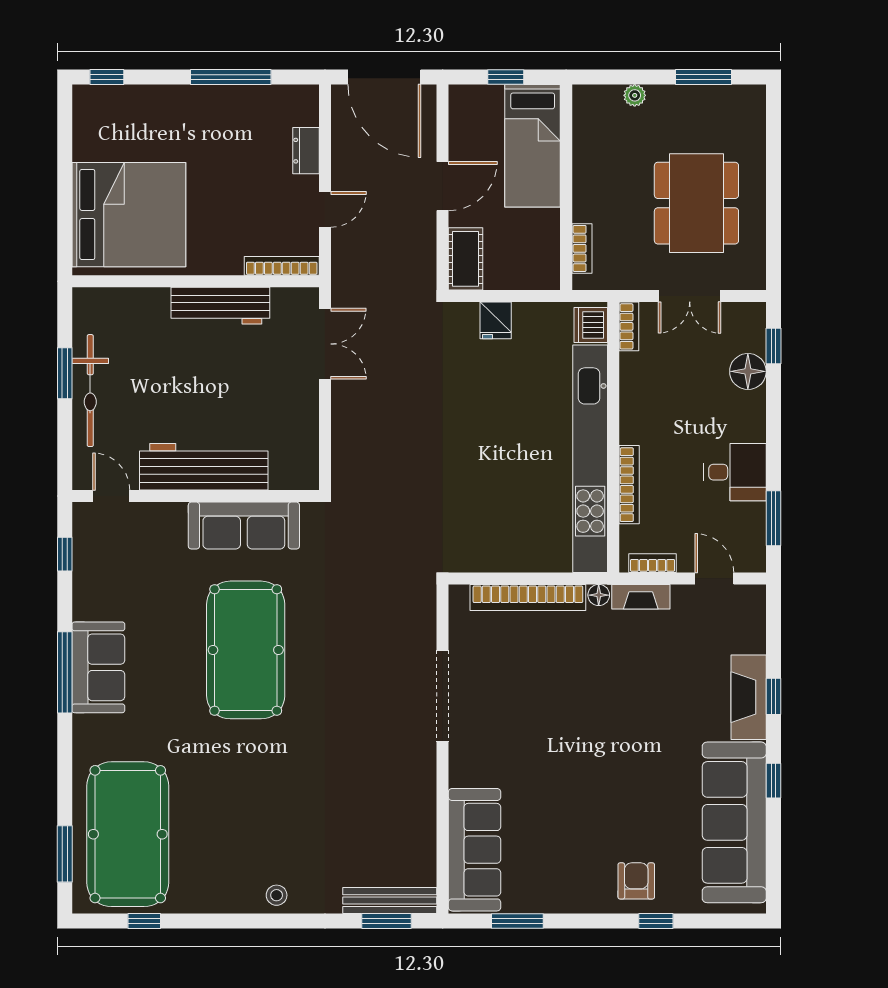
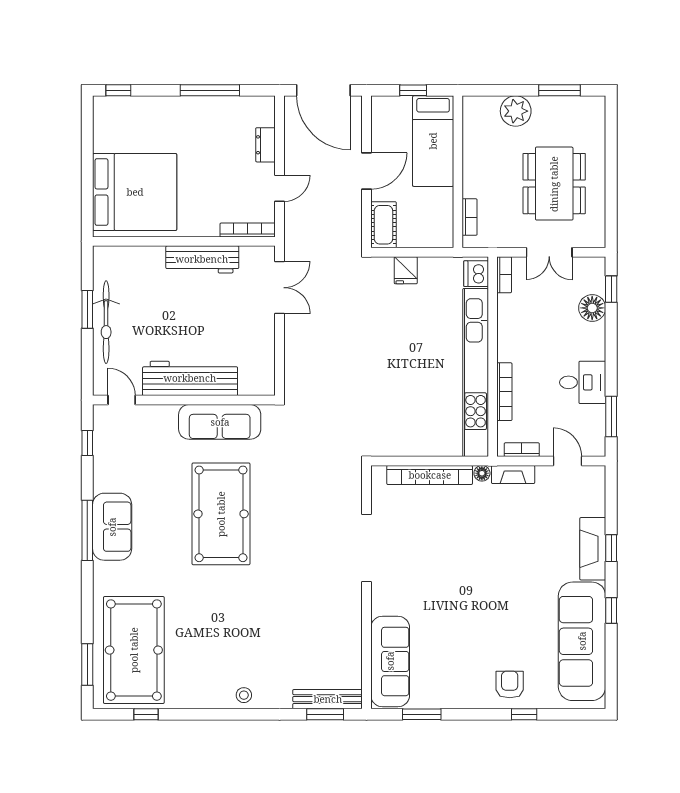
plant: (635, 95) -> (516, 111), width x1.88, depth x1.88

